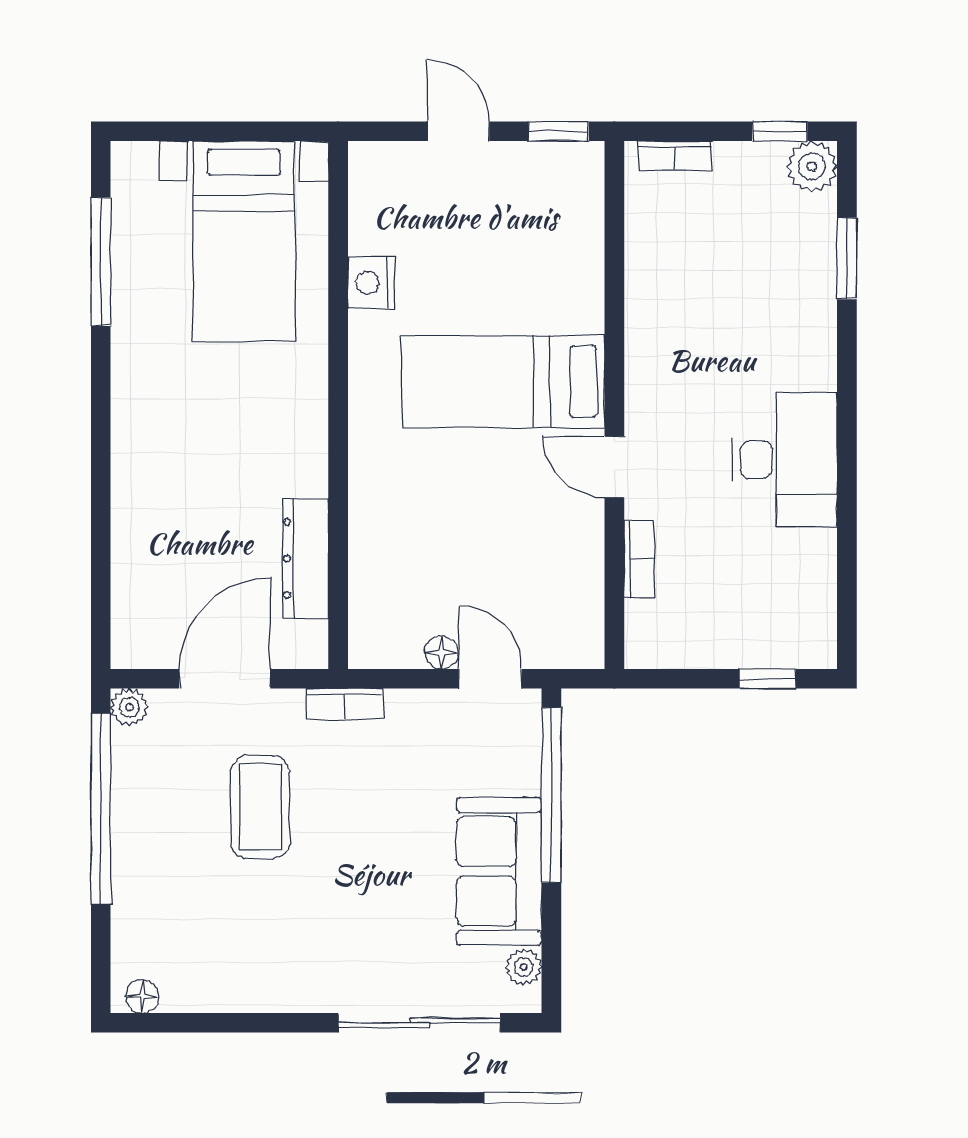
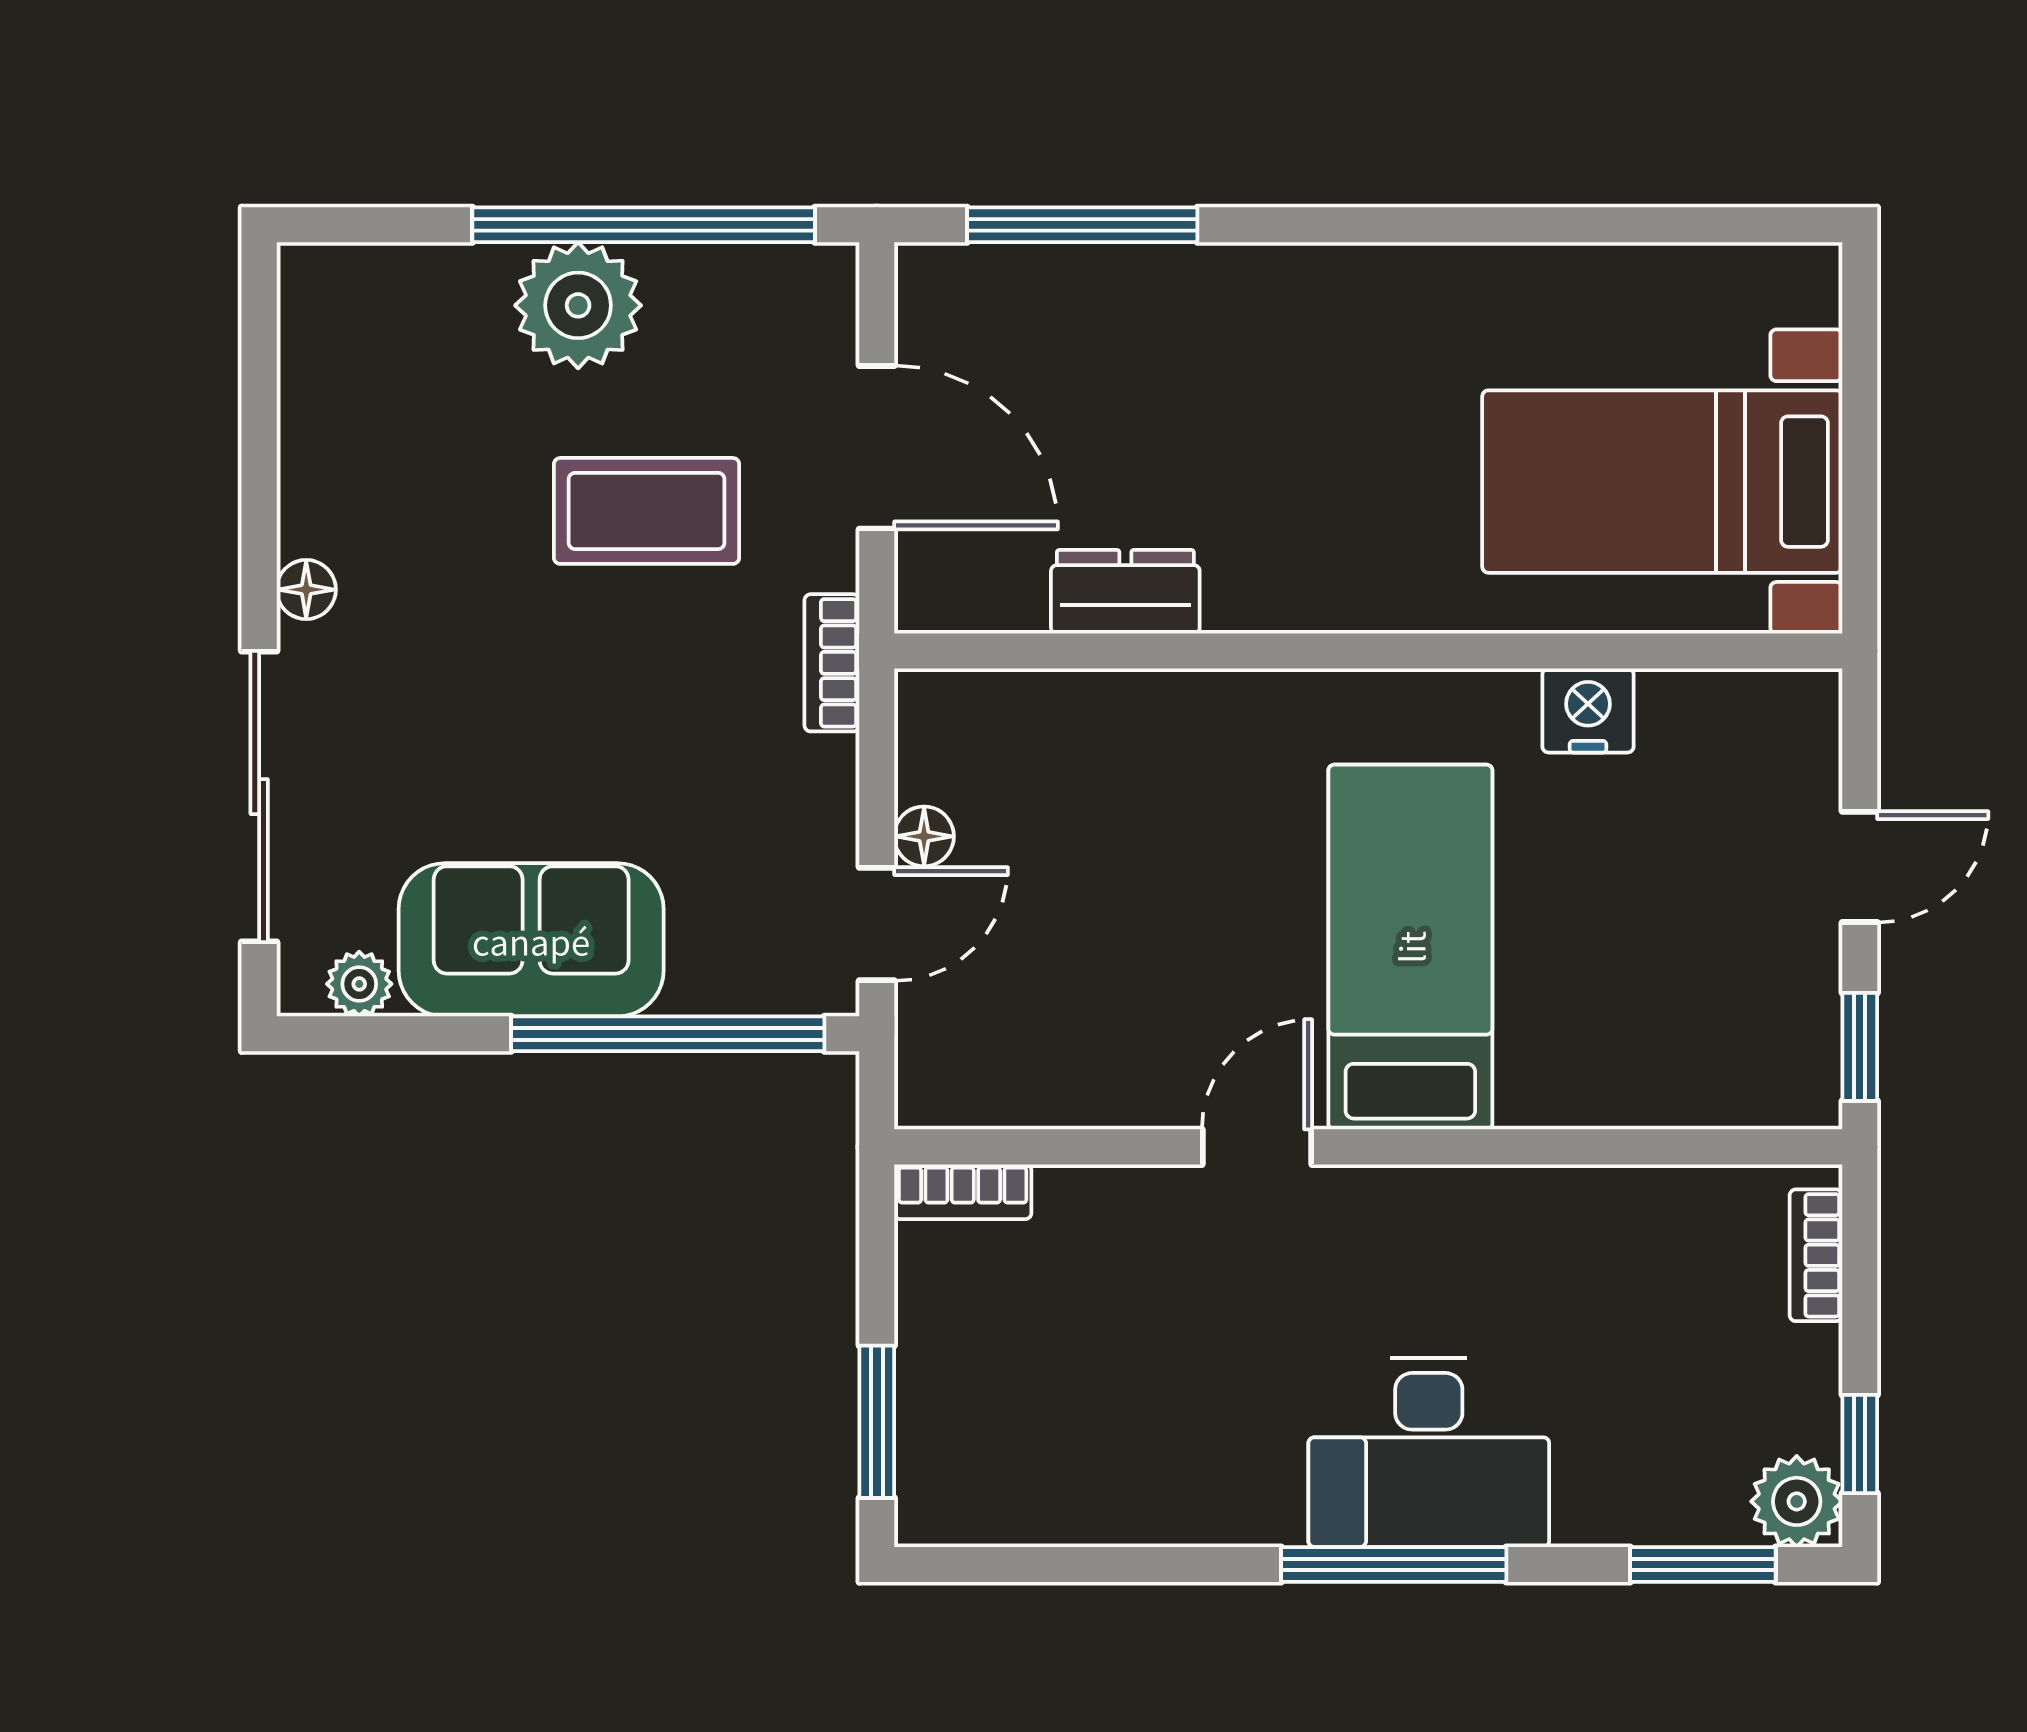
window: (847, 258) -> (1703, 1564), moved
window: (101, 262) -> (1082, 225), moved
window: (847, 391) -> (1394, 1564), added
desk: (785, 460) -> (1429, 1452), moved
dresser: (305, 558) -> (1125, 592), width x0.70
bookcase: (639, 559) -> (963, 1192), moved
window: (767, 679) -> (877, 1422), width x1.50
plant: (129, 707) -> (578, 305), moved, width x1.87, depth x1.87
floor lamp: (142, 997) -> (306, 590), moved

